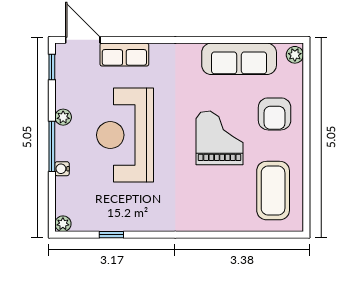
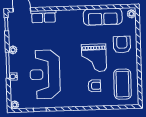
armchair: (275, 114) -> (122, 45), turned 180
reception desk: (125, 135) -> (45, 74), moved
grand piano: (219, 138) -> (94, 58), turned 180
armchair: (218, 192) -> (94, 86), added

